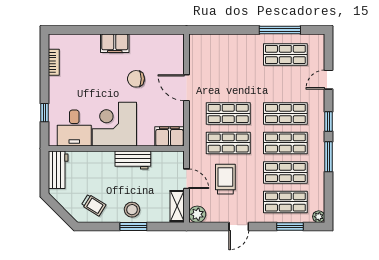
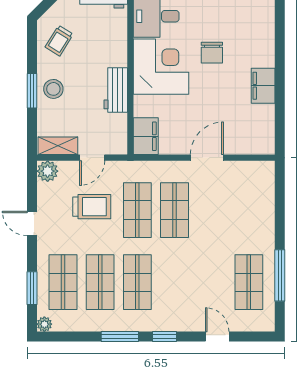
filing cabinet: (115, 43) -> (263, 86), moved
chair: (136, 79) -> (212, 53), moved, turned 180
shop shelf: (285, 113) -> (174, 282), removed

